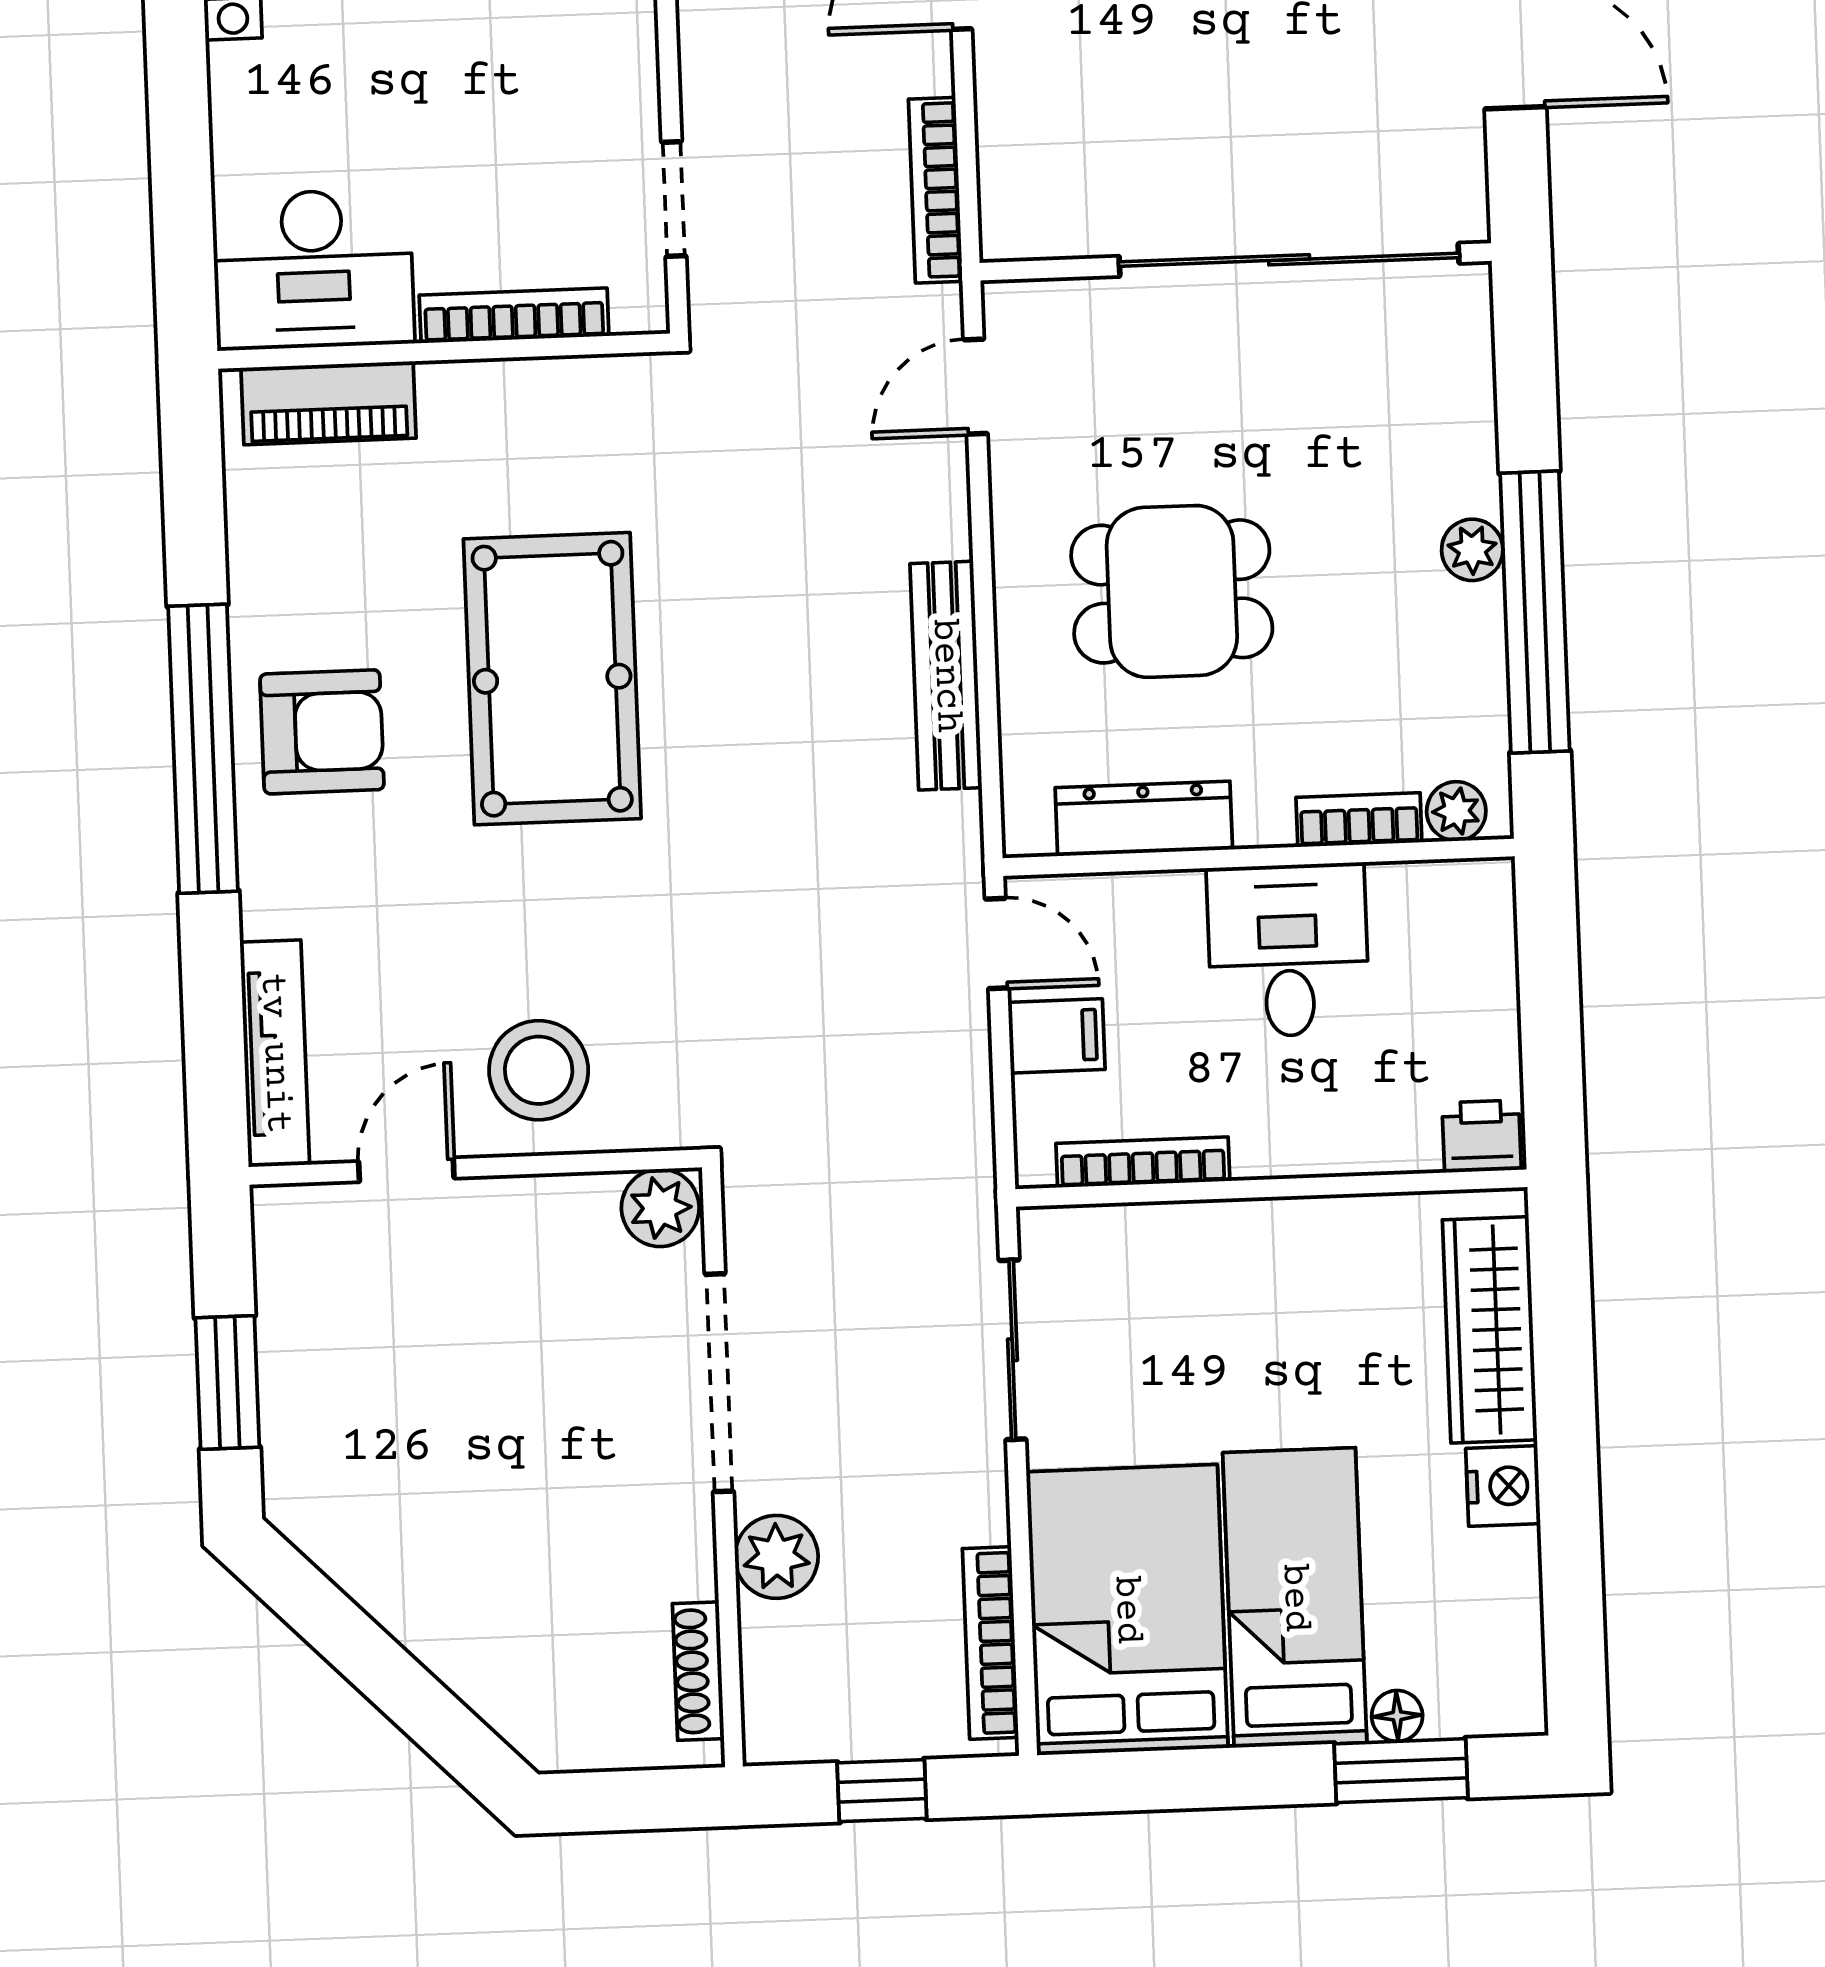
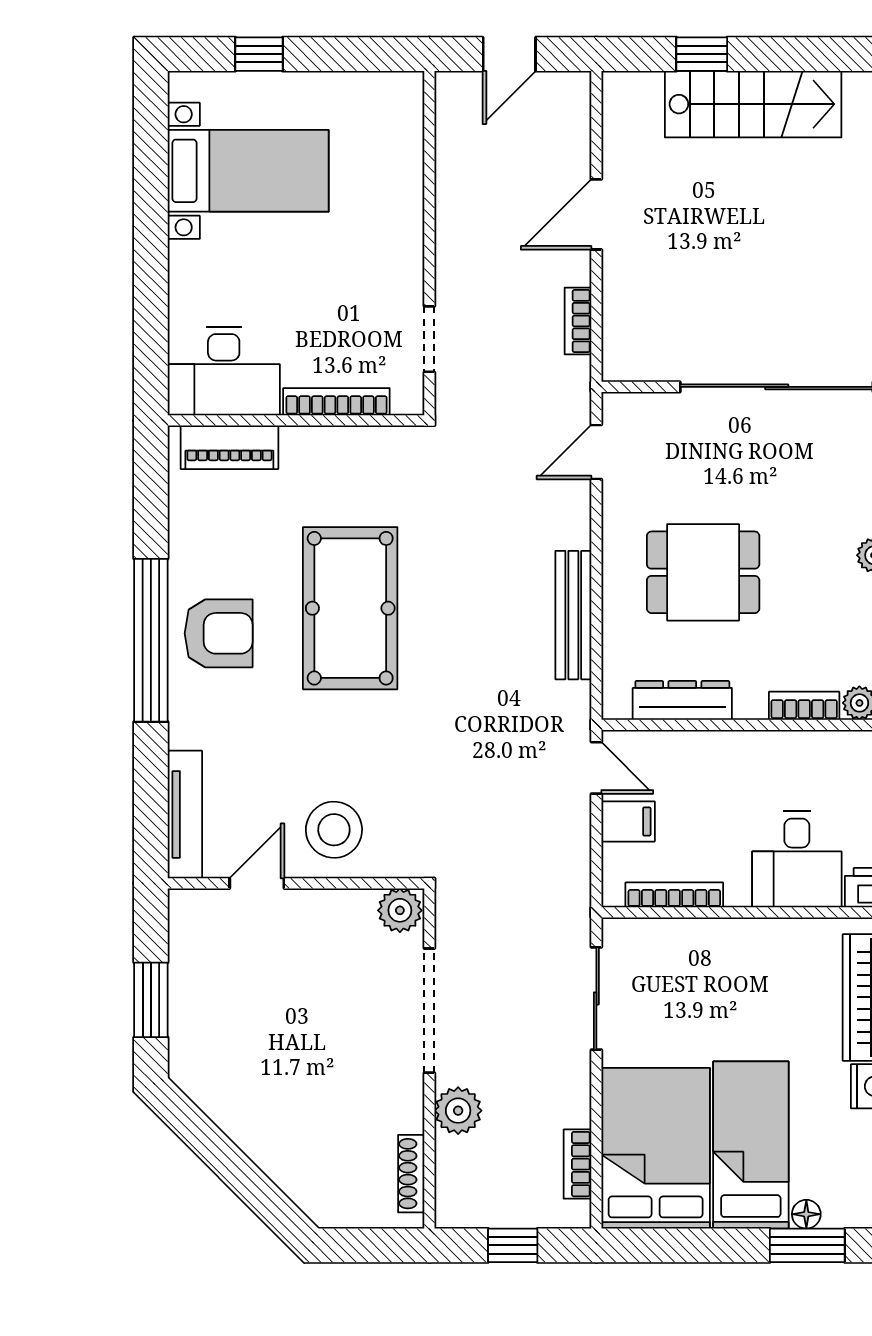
bookcase: (935, 190) -> (578, 321), width x0.64
desk: (1288, 950) -> (797, 859), moved, turned 180
bookcase: (990, 1643) -> (577, 1164), width x0.64

